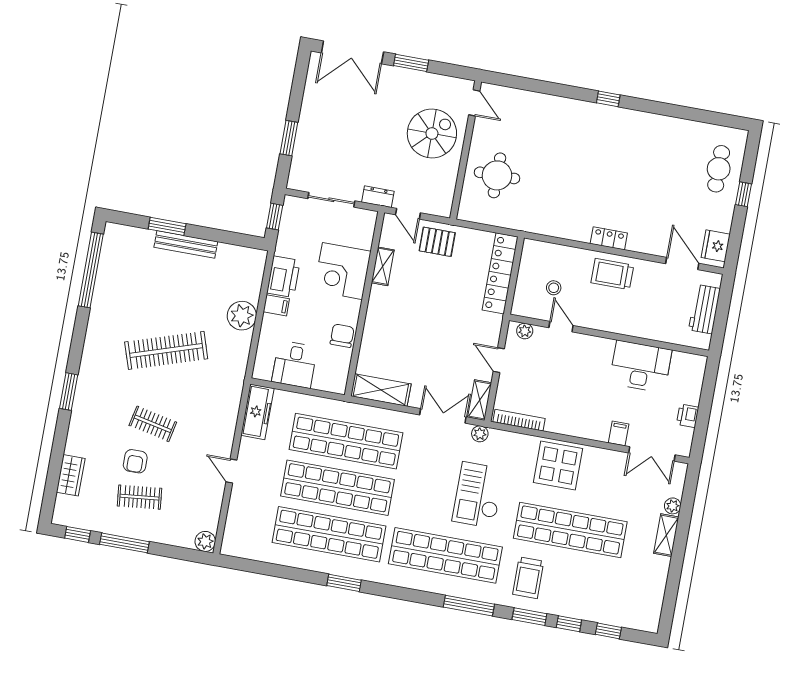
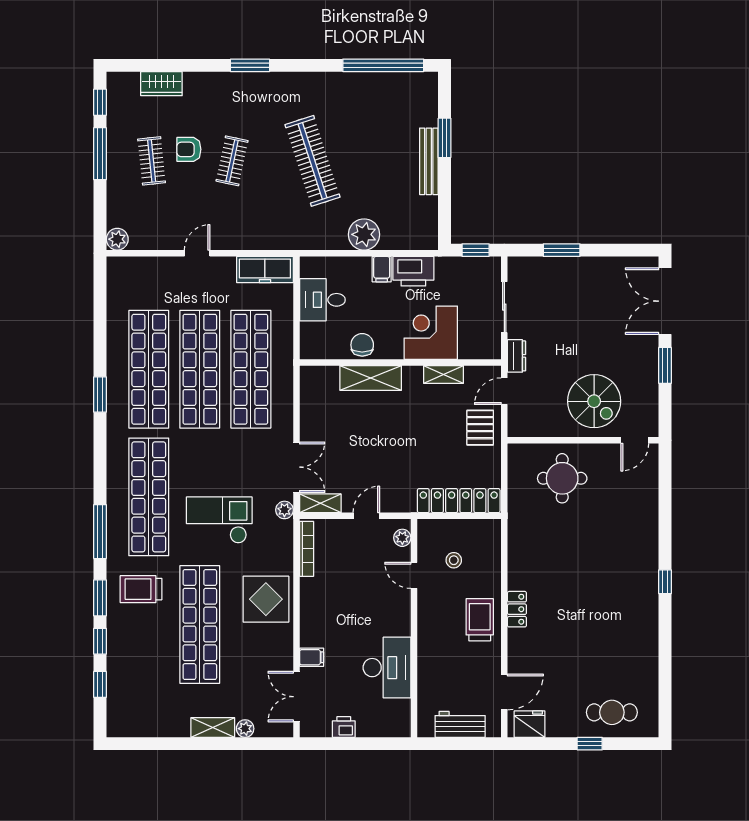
door: (561, 327) -> (414, 575), swing flipped
chair: (342, 336) -> (362, 345), turned -90
shelving: (381, 390) -> (371, 378), moved, turned 90

